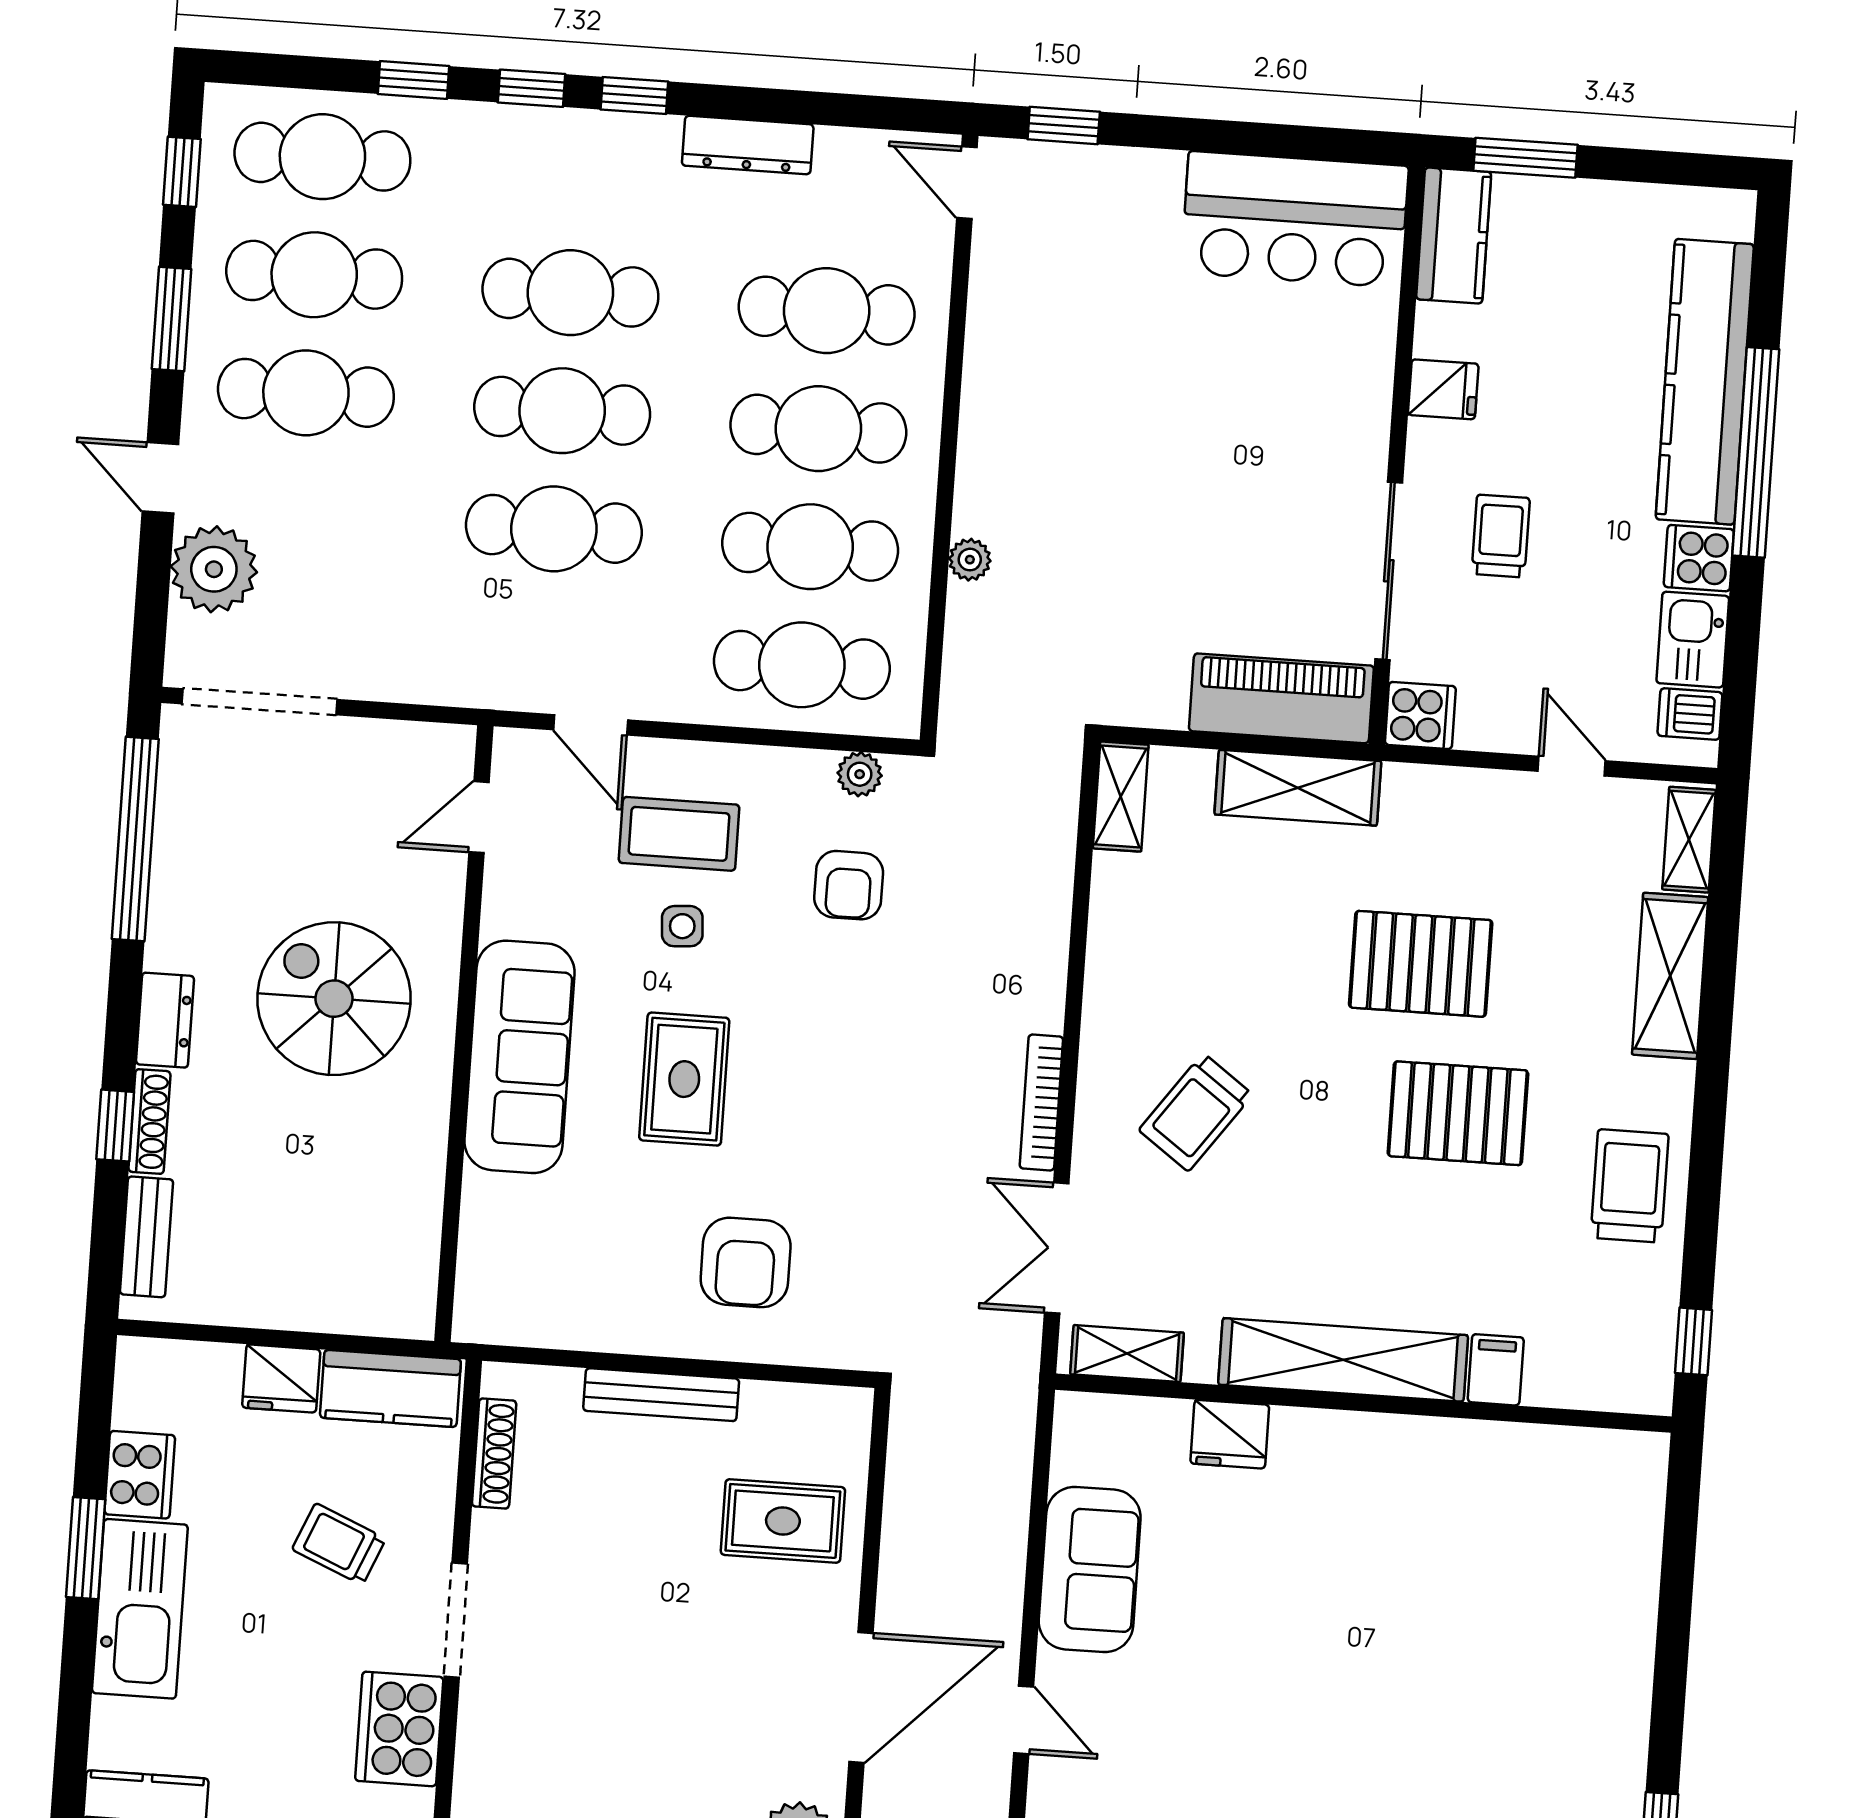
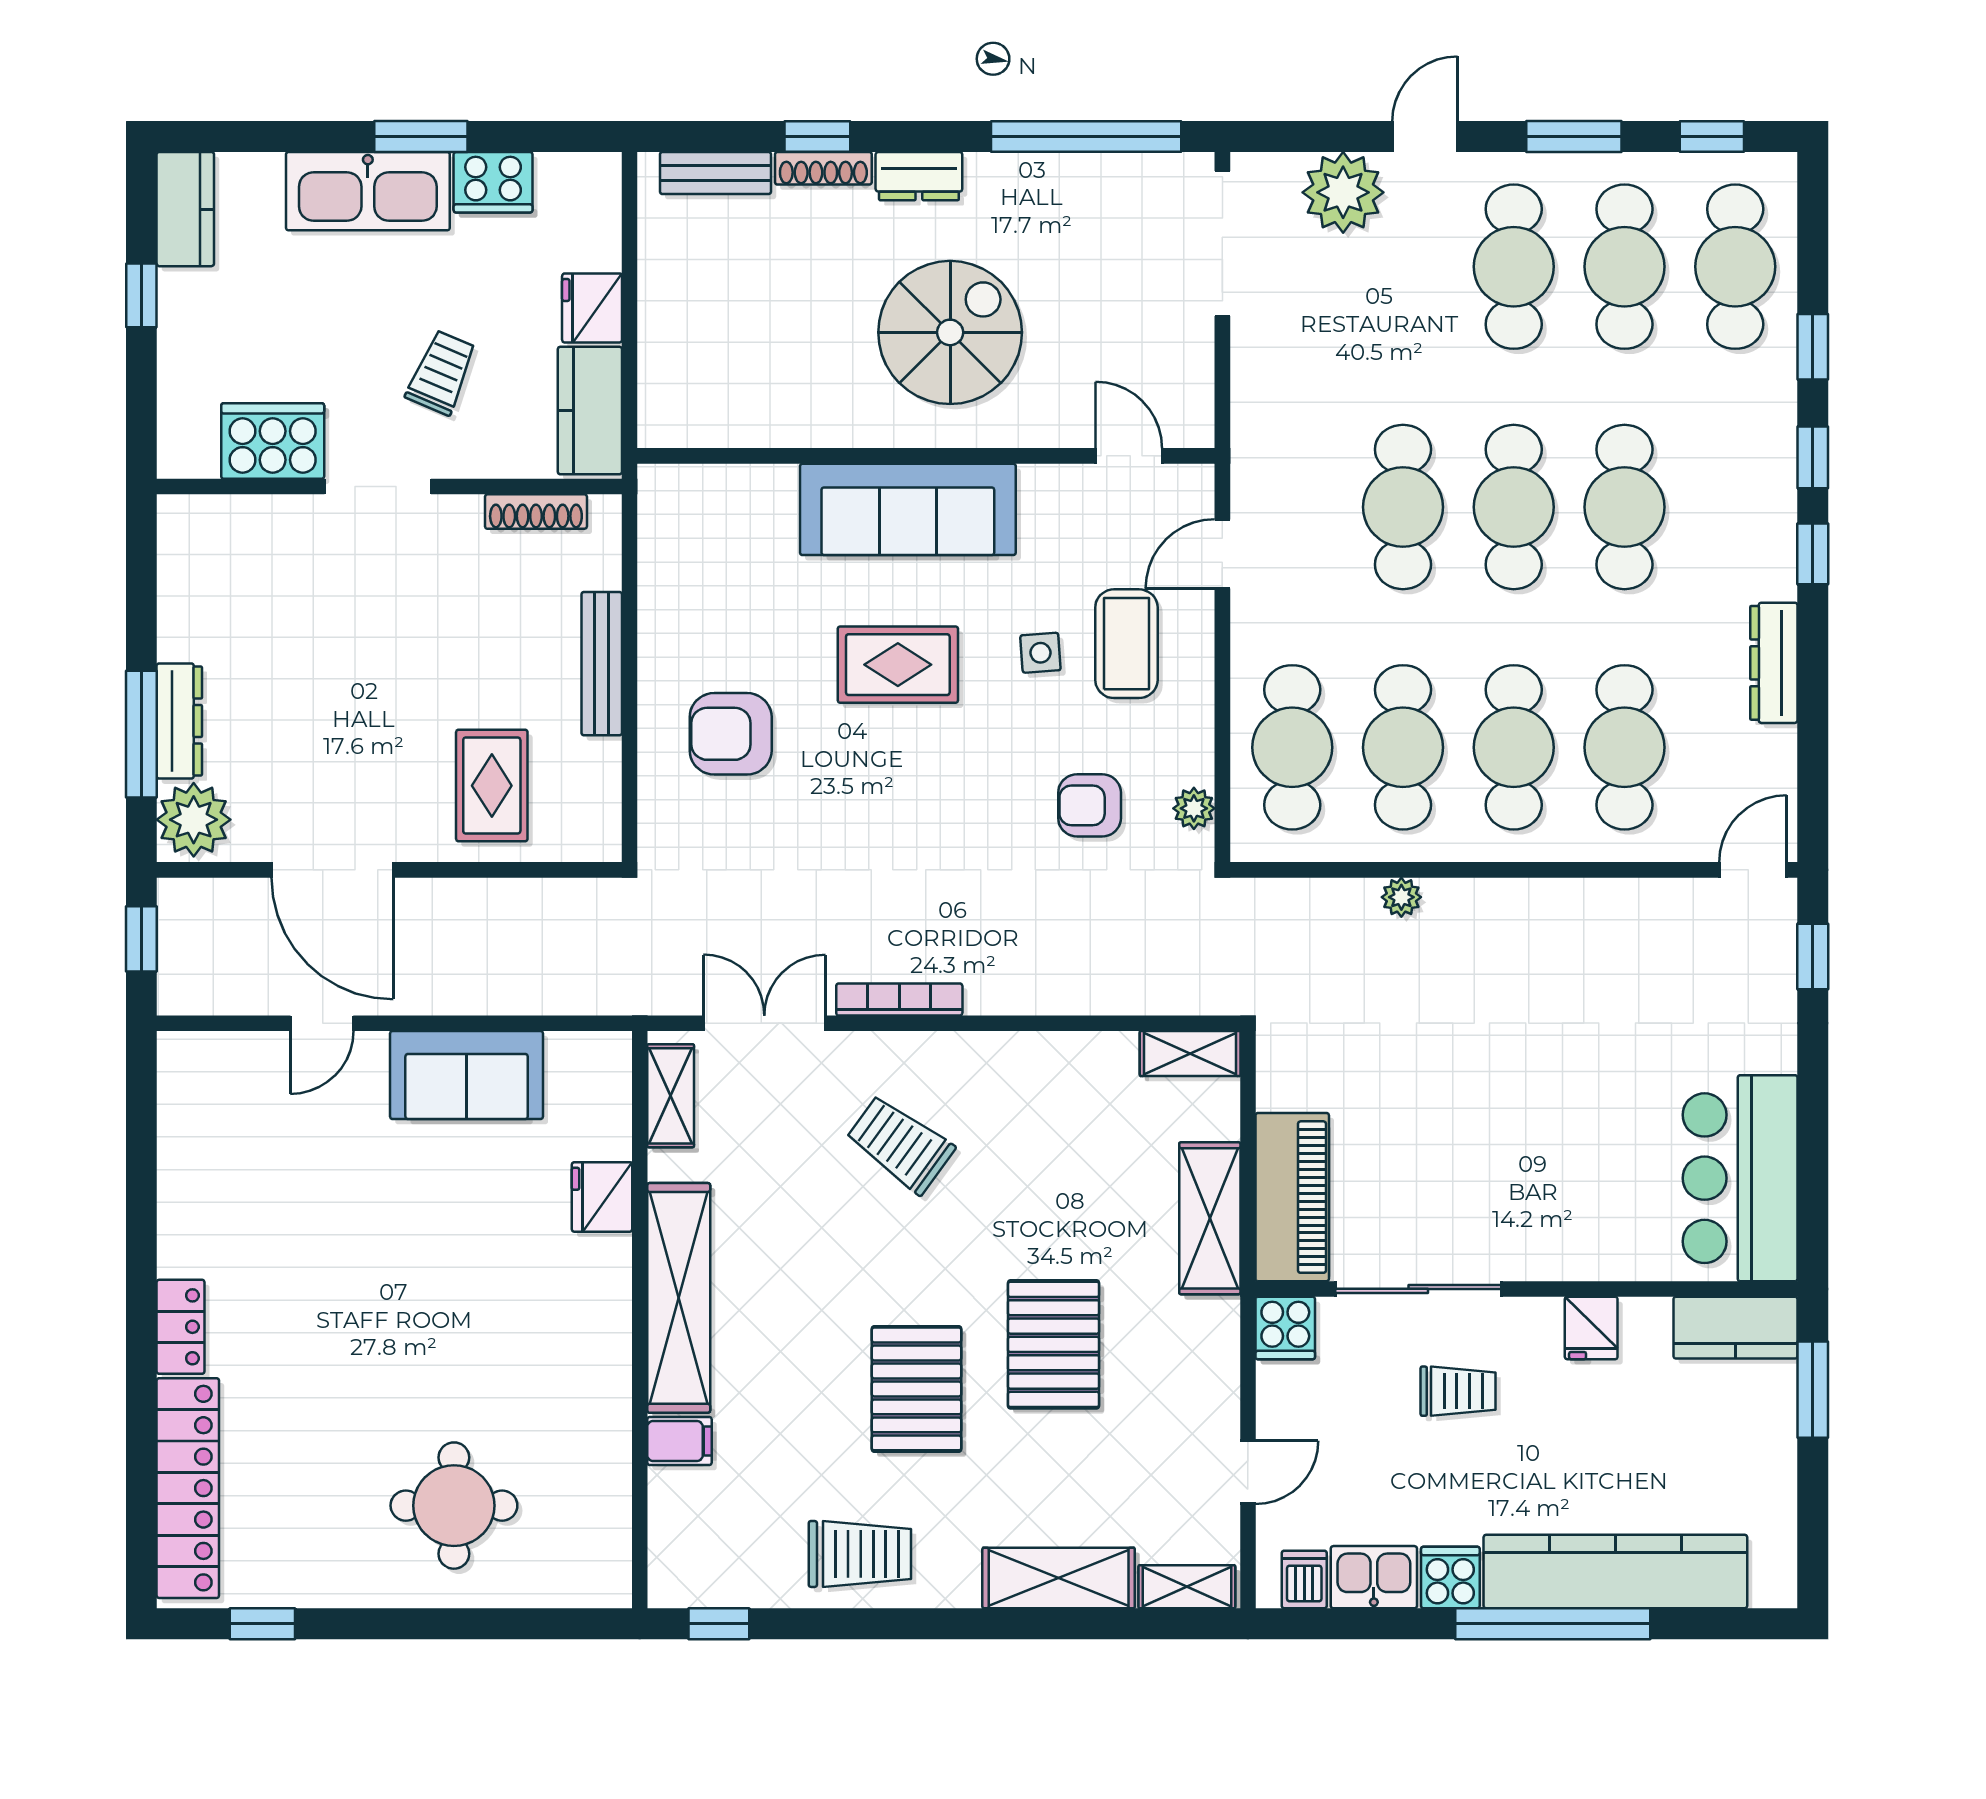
round table: (1548, 1615) -> (454, 1506), added

